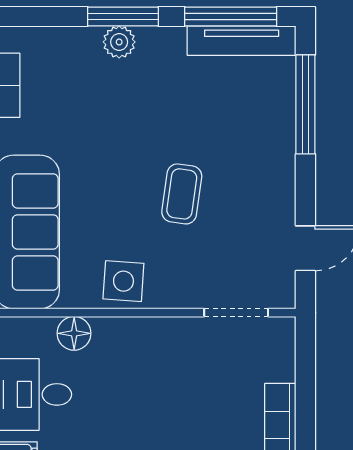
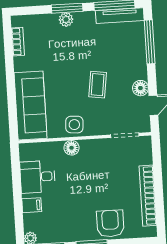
floor lamp: (278, 208) -> (140, 88), added
floor lamp: (74, 333) -> (72, 148), moved

